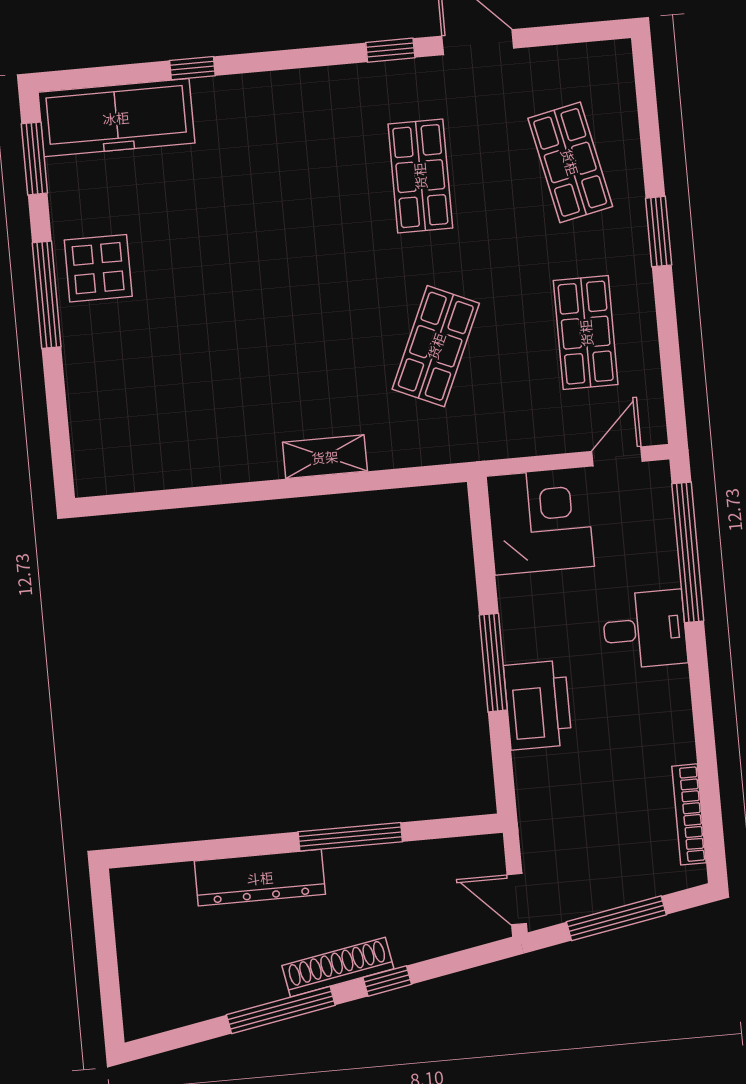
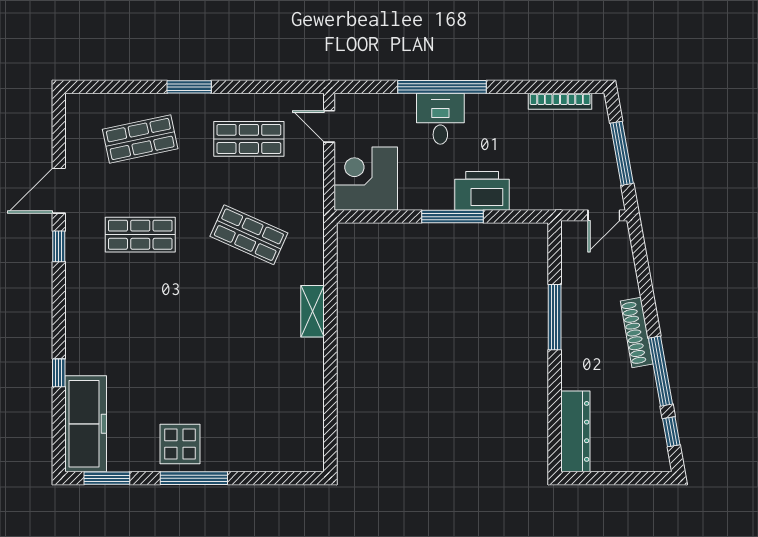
window: (688, 552) -> (442, 87), moved
dresser: (260, 878) -> (575, 431), moved
window: (387, 981) -> (671, 432), moved

